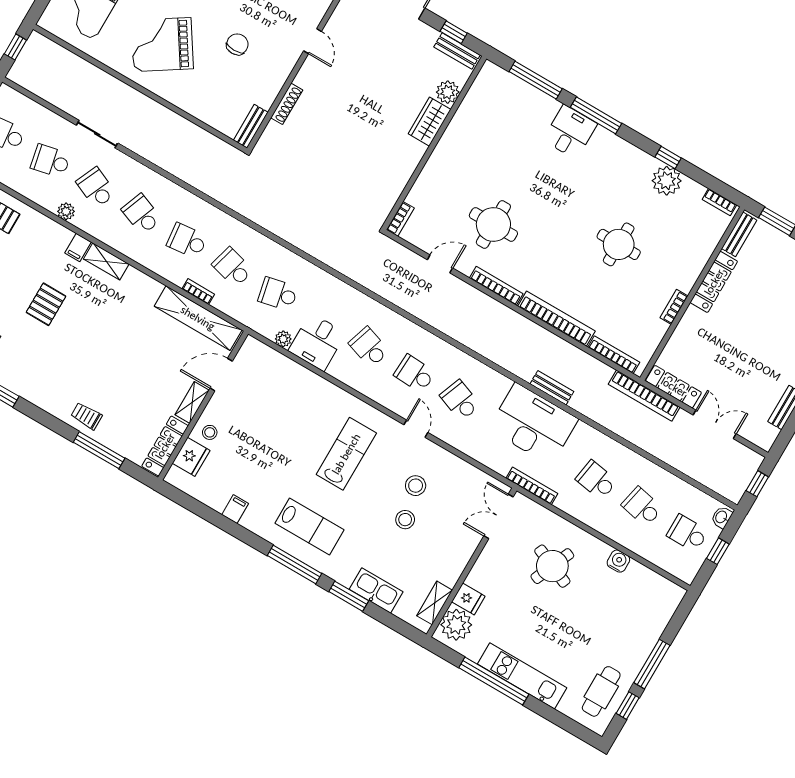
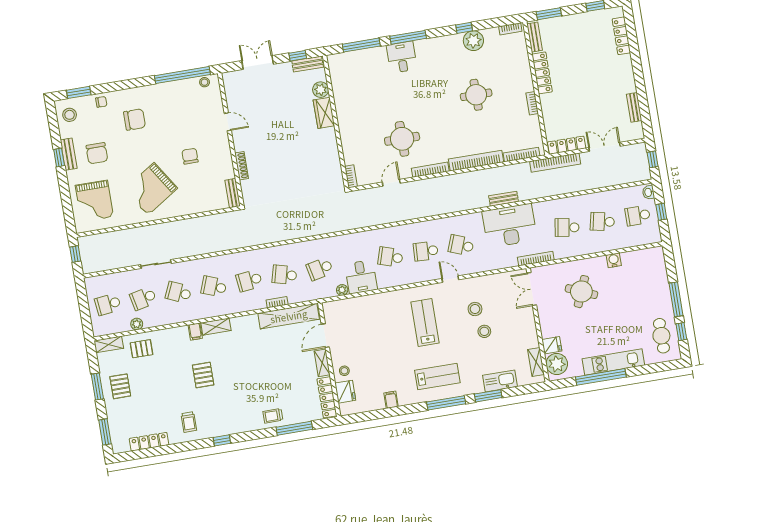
plant: (66, 211) -> (137, 324), moved

